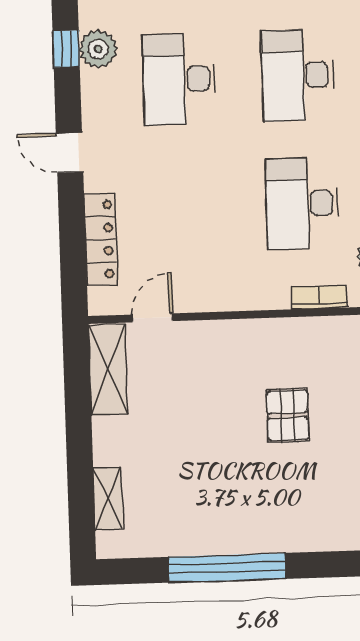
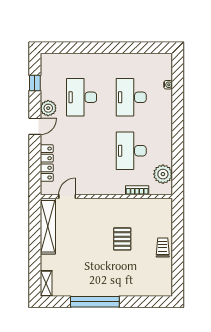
plant: (98, 49) -> (48, 108), moved
door: (70, 153) -> (35, 126), swing flipped
shelving: (108, 370) -> (48, 226), width x1.47
shelving: (108, 498) -> (46, 283), moved

